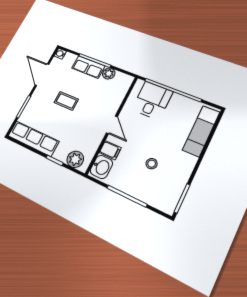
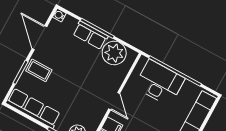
plant: (109, 74) -> (114, 53), width x1.88, depth x1.88
coffee table: (66, 101) -> (39, 70), moved
desk: (152, 101) -> (160, 83), width x1.37

